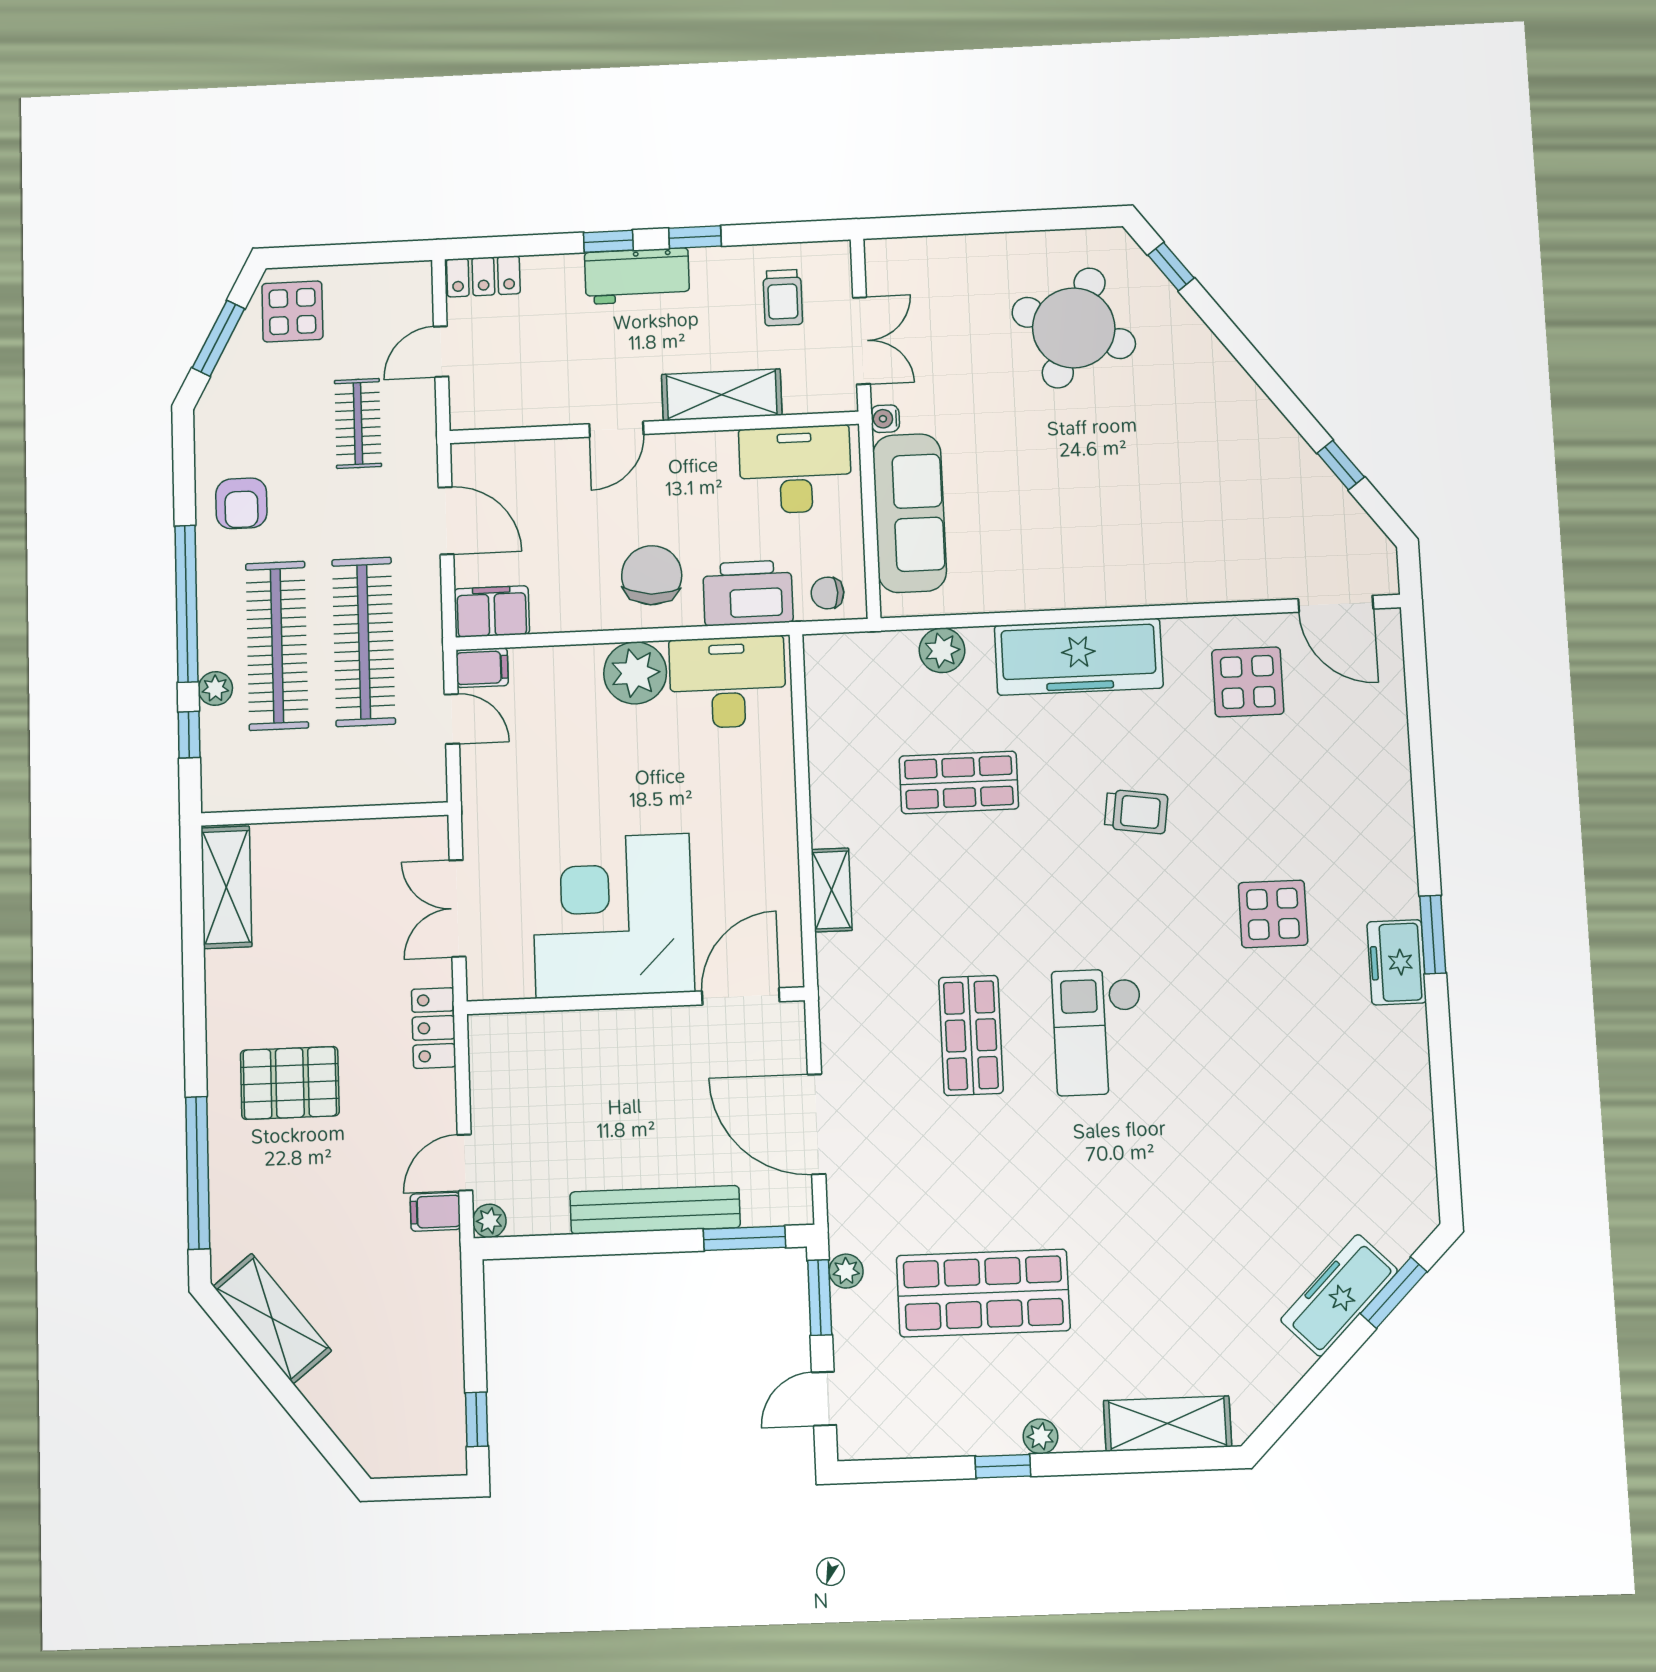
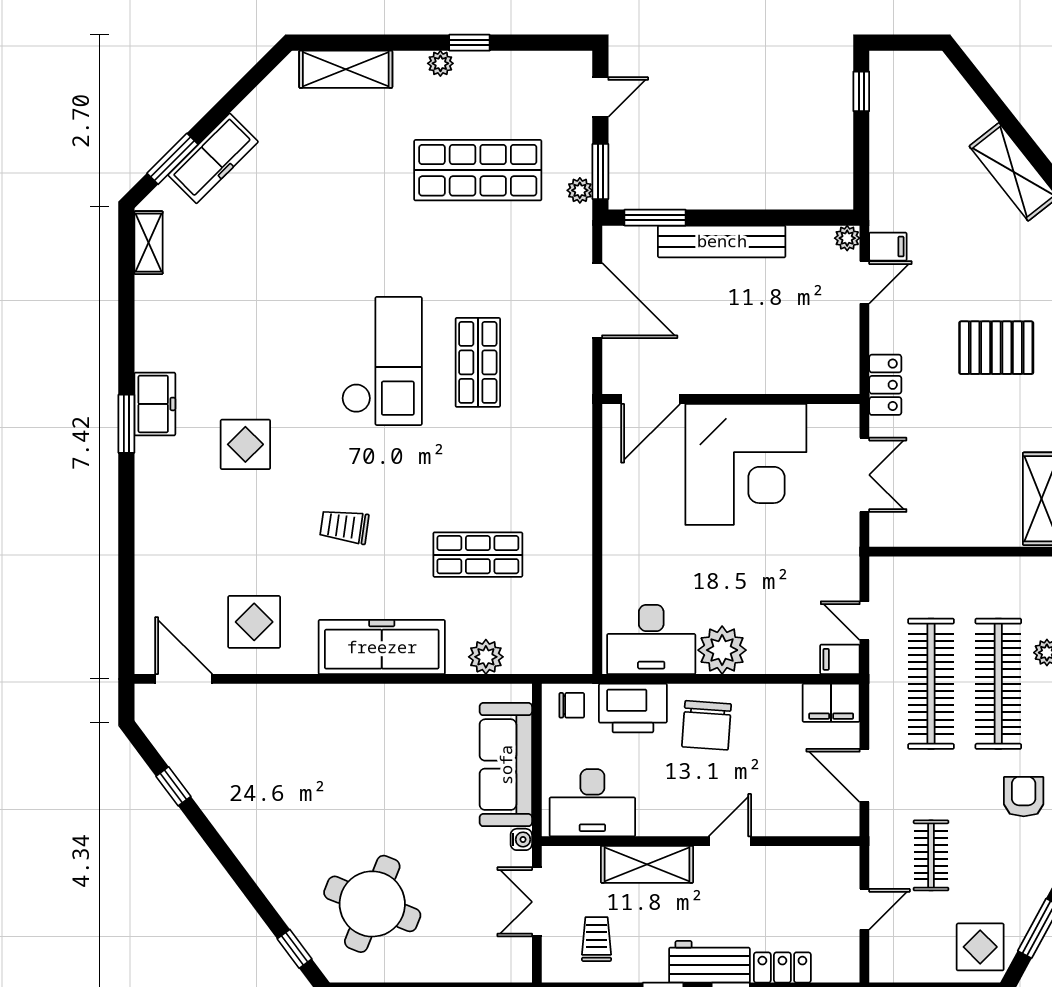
locker: (483, 276) -> (782, 968), moved
shelving: (832, 890) -> (149, 243), moved
checkout: (1098, 1032) -> (382, 361), width x1.36, depth x1.21

